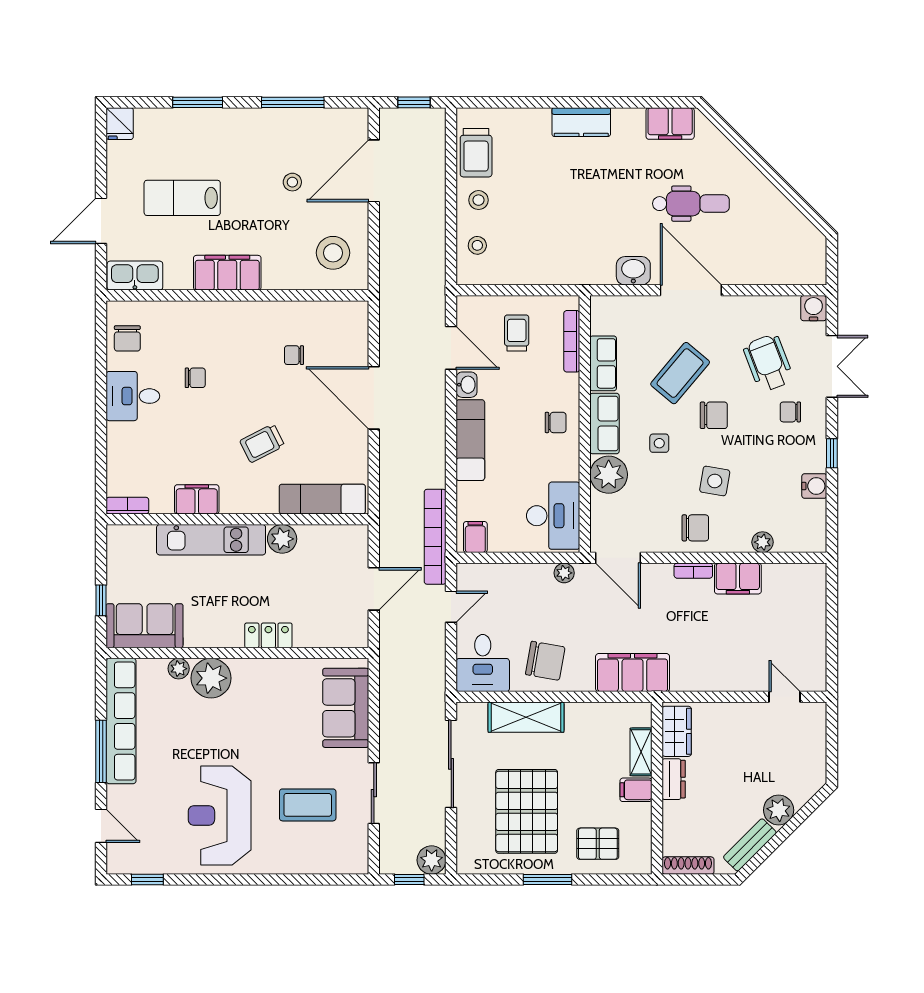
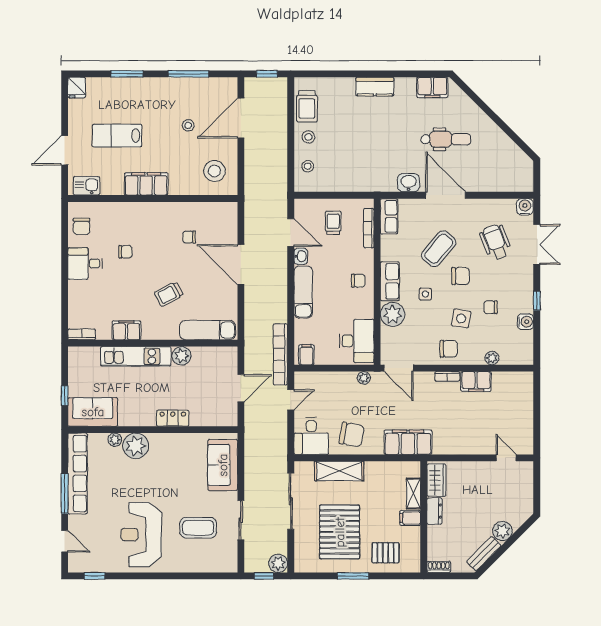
kitchen sink: (135, 276) -> (87, 186), width x0.73
row of seats: (603, 363) -> (389, 216), moved
chair: (790, 412) -> (491, 307), moved
shoe rack: (688, 866) -> (439, 567), width x0.70

